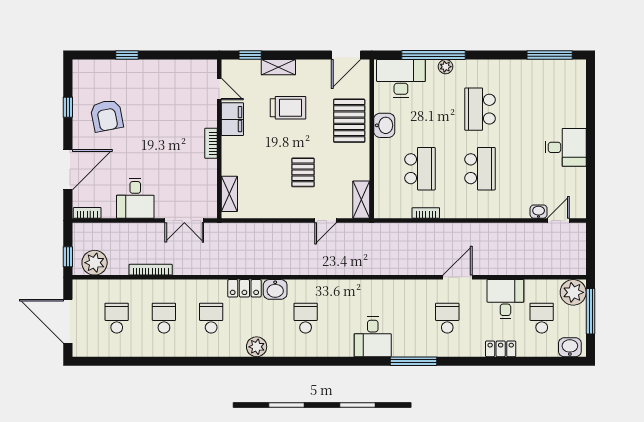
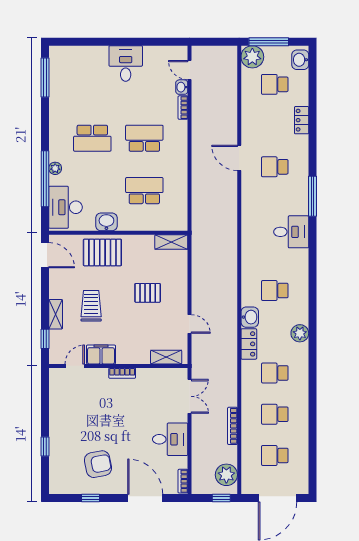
bookcase: (426, 213) -> (183, 108), moved
door: (326, 221) -> (190, 324), moved
desk: (505, 299) -> (258, 116), removed

